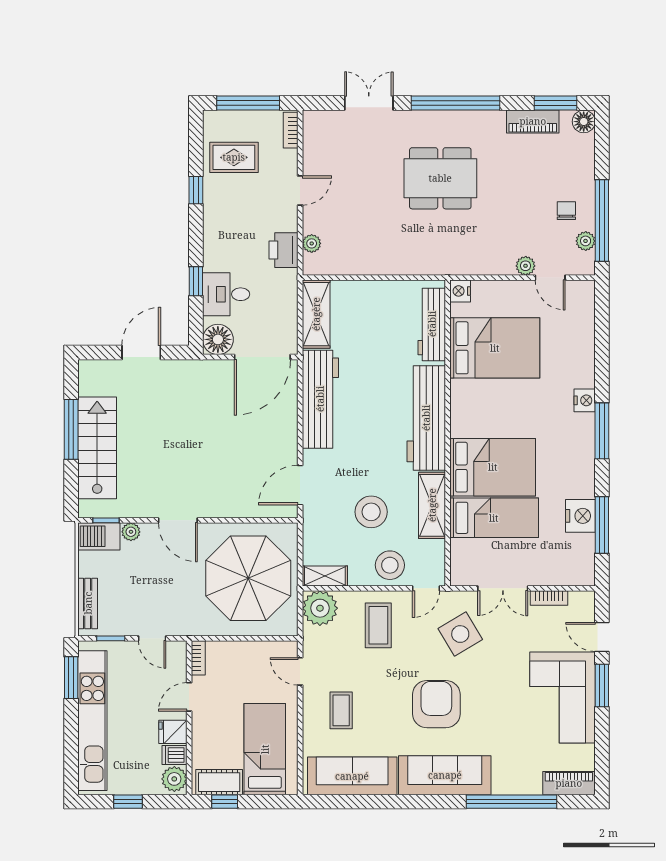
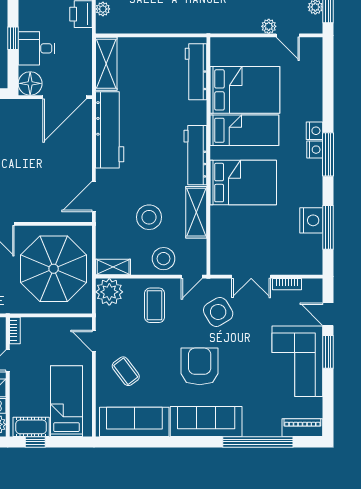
nightstand: (460, 291) -> (315, 150), moved, turned 180
workbench: (426, 418) -> (195, 155), width x0.73, depth x0.76
bed: (494, 518) -> (244, 130), moved
coffee table: (341, 710) -> (126, 371), turned -37

